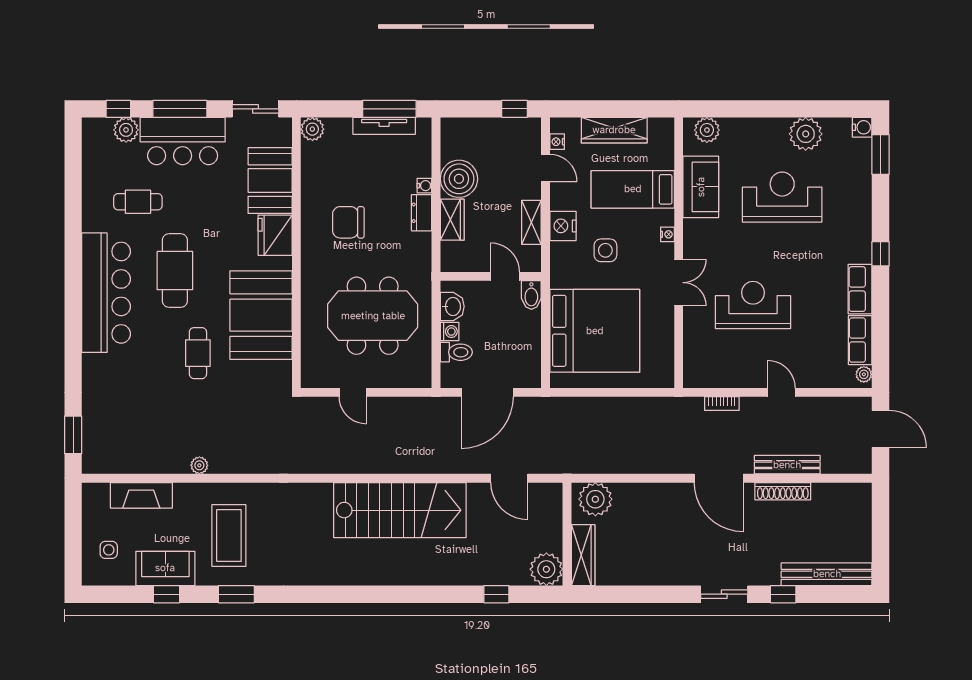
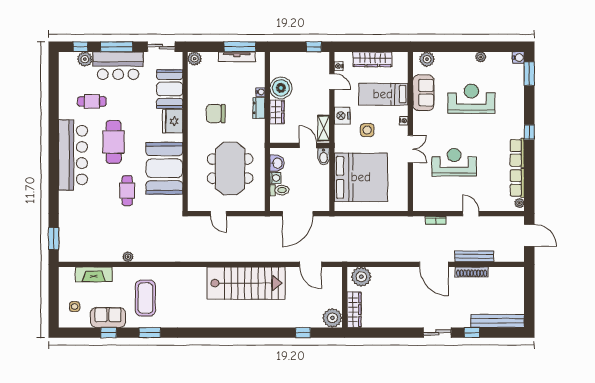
plant: (806, 134) -> (481, 57), width x0.53, depth x0.53
shelving: (531, 222) -> (324, 128), moved
meeting table: (373, 316) -> (230, 169), turned 90

